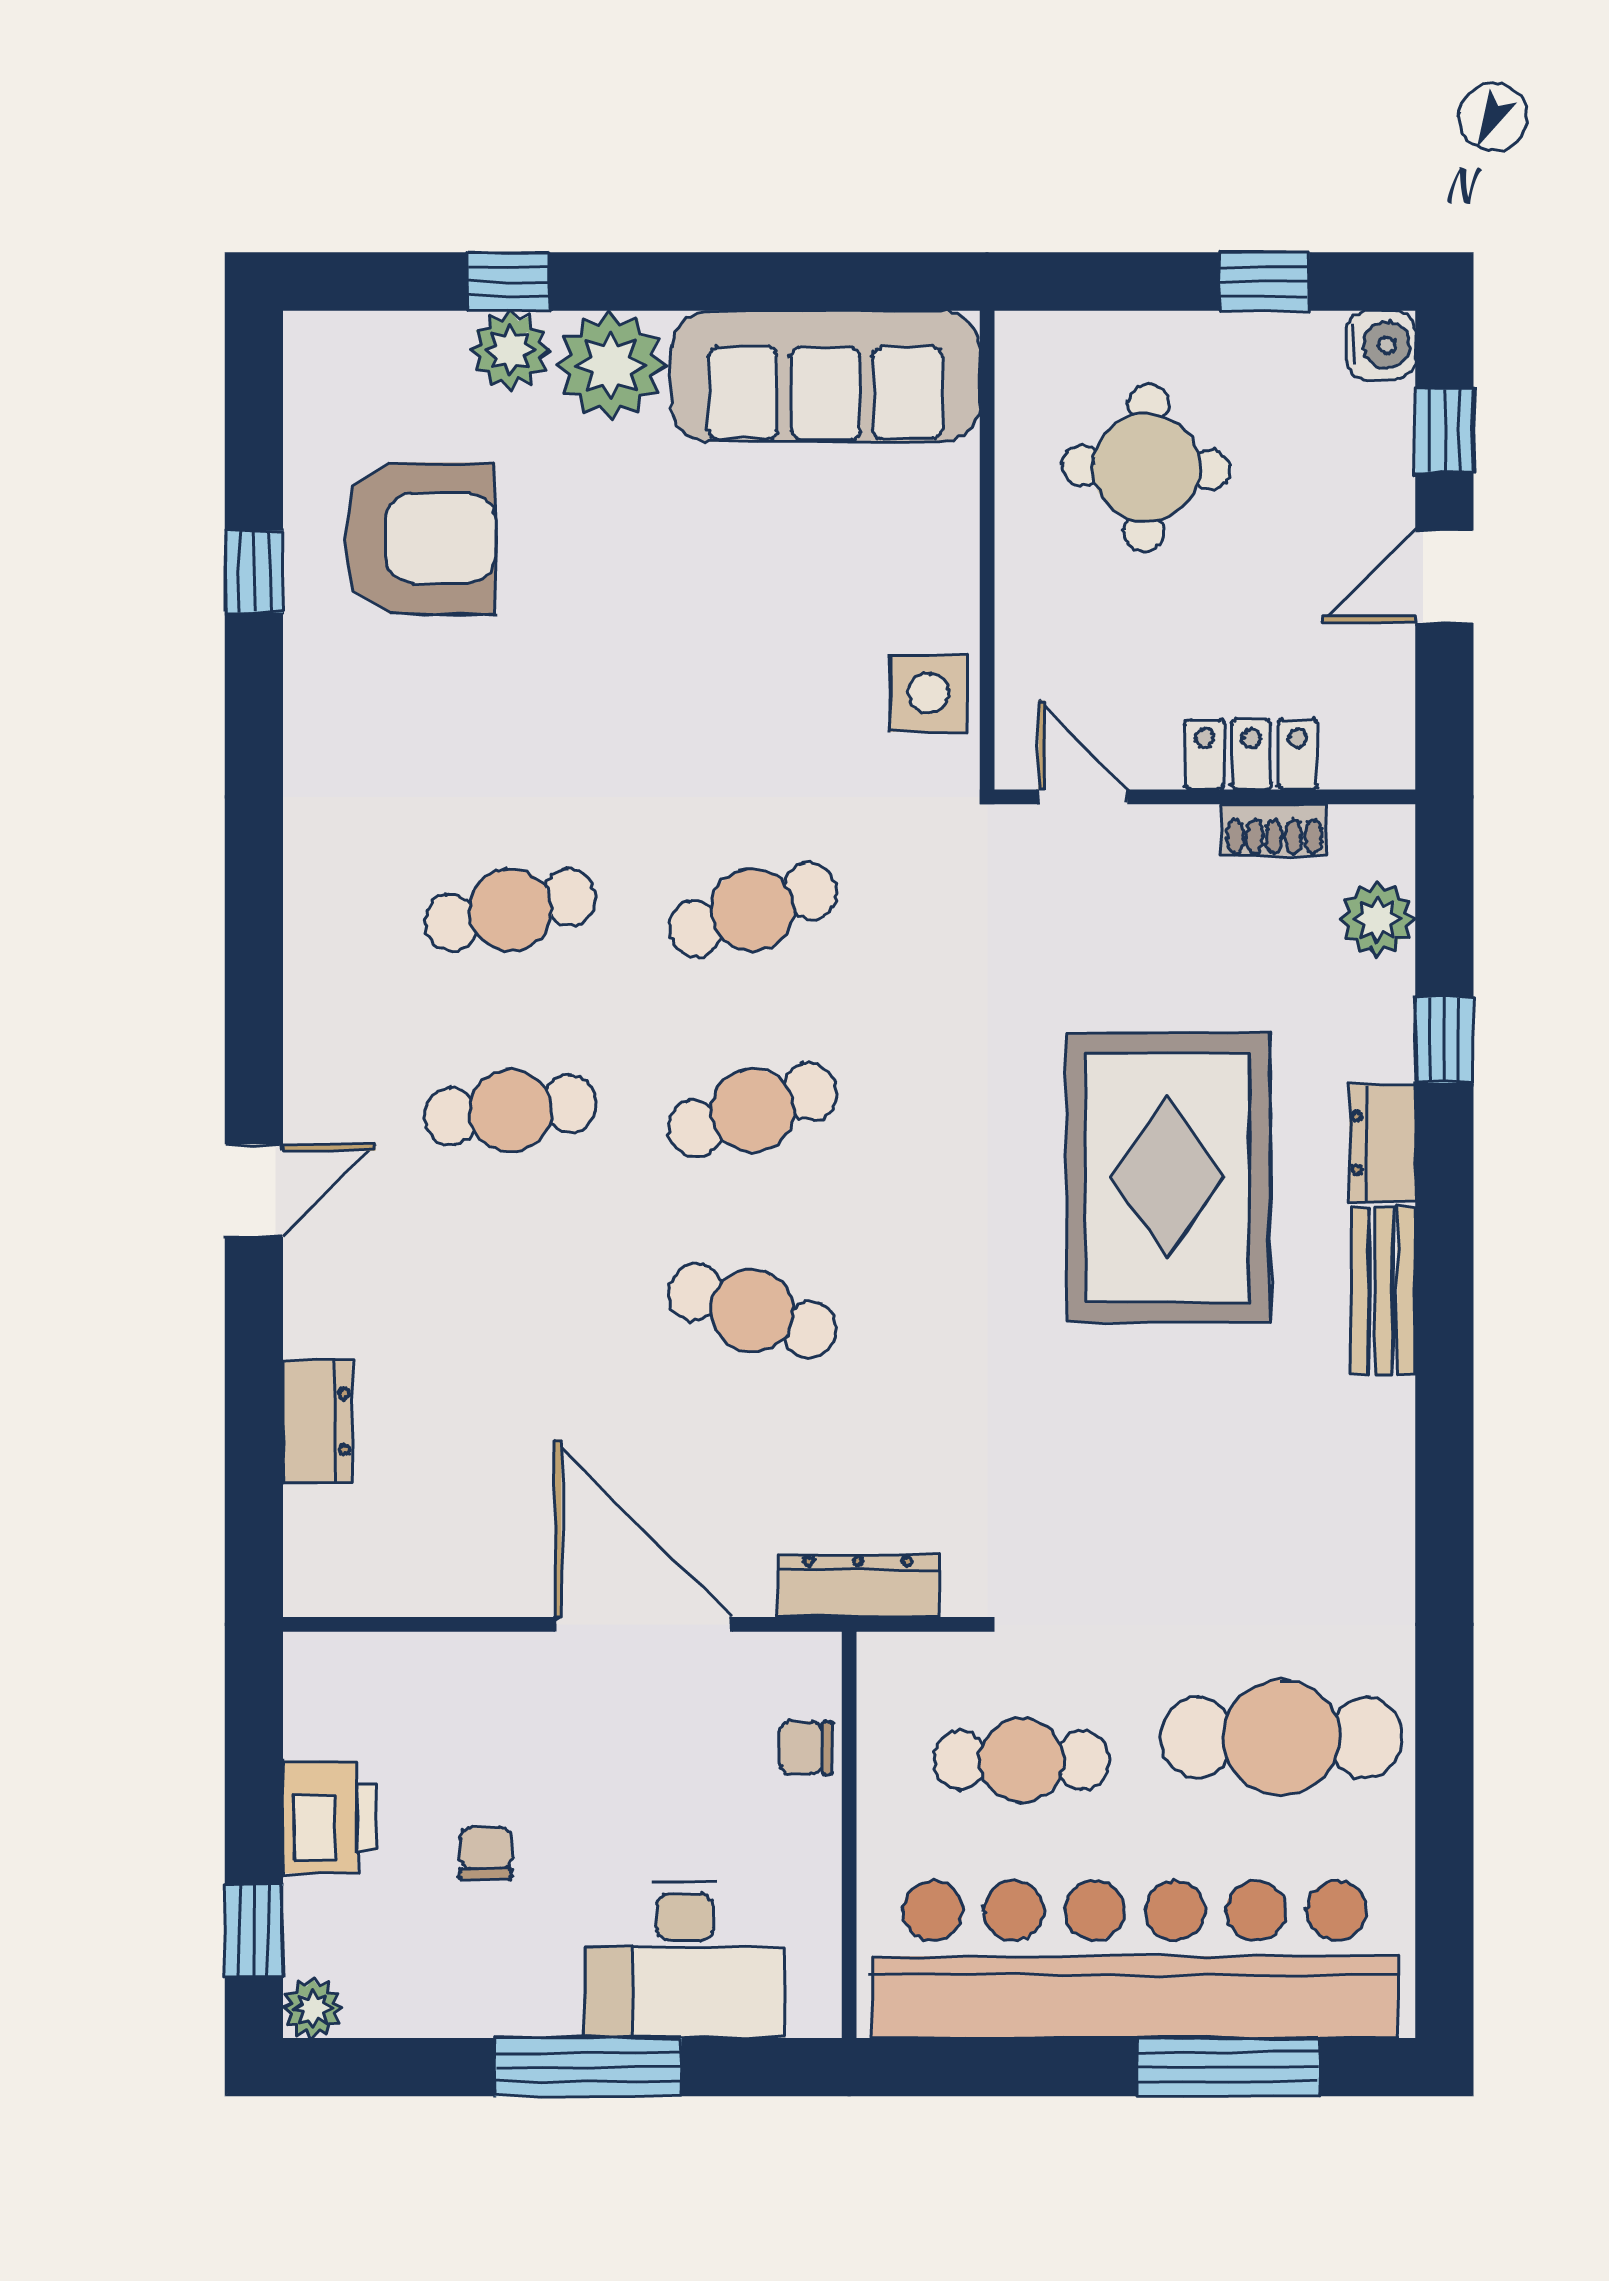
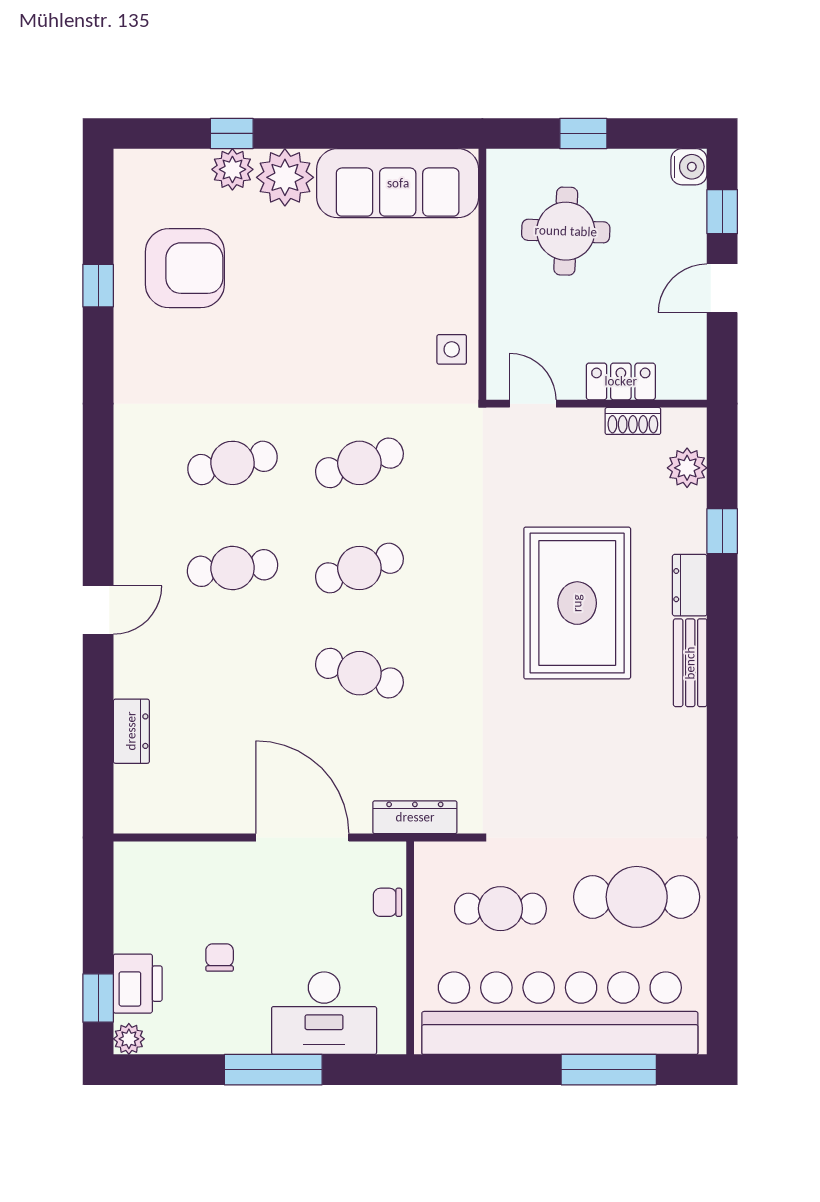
window: (1264, 281) -> (583, 133), moved
side table: (928, 693) -> (452, 349), width x0.73, depth x0.73
printer: (329, 1817) -> (138, 984), moved

